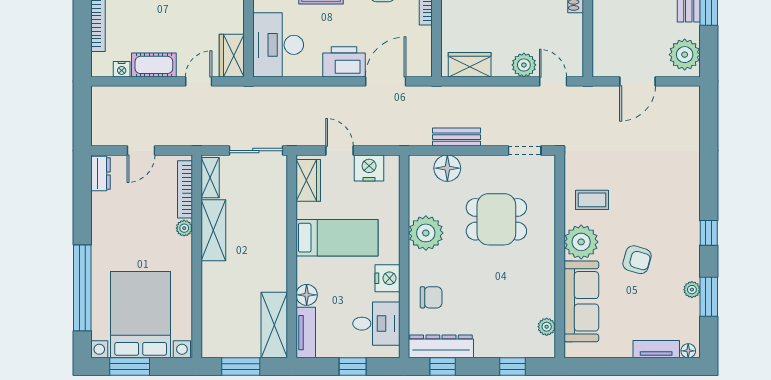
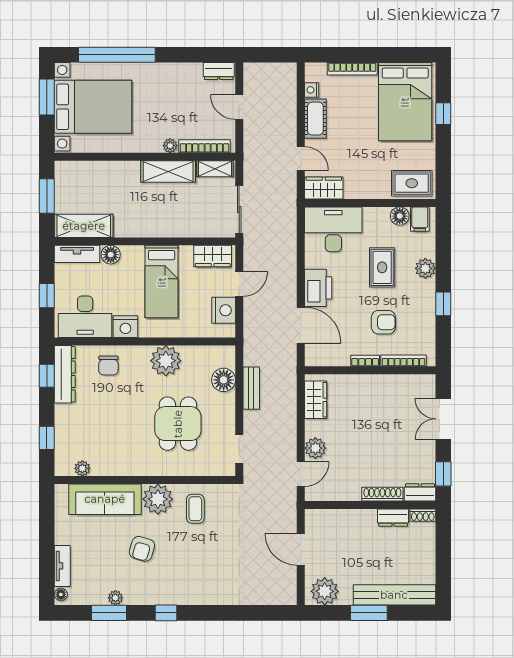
desk: (376, 324) -> (85, 317), width x1.37

